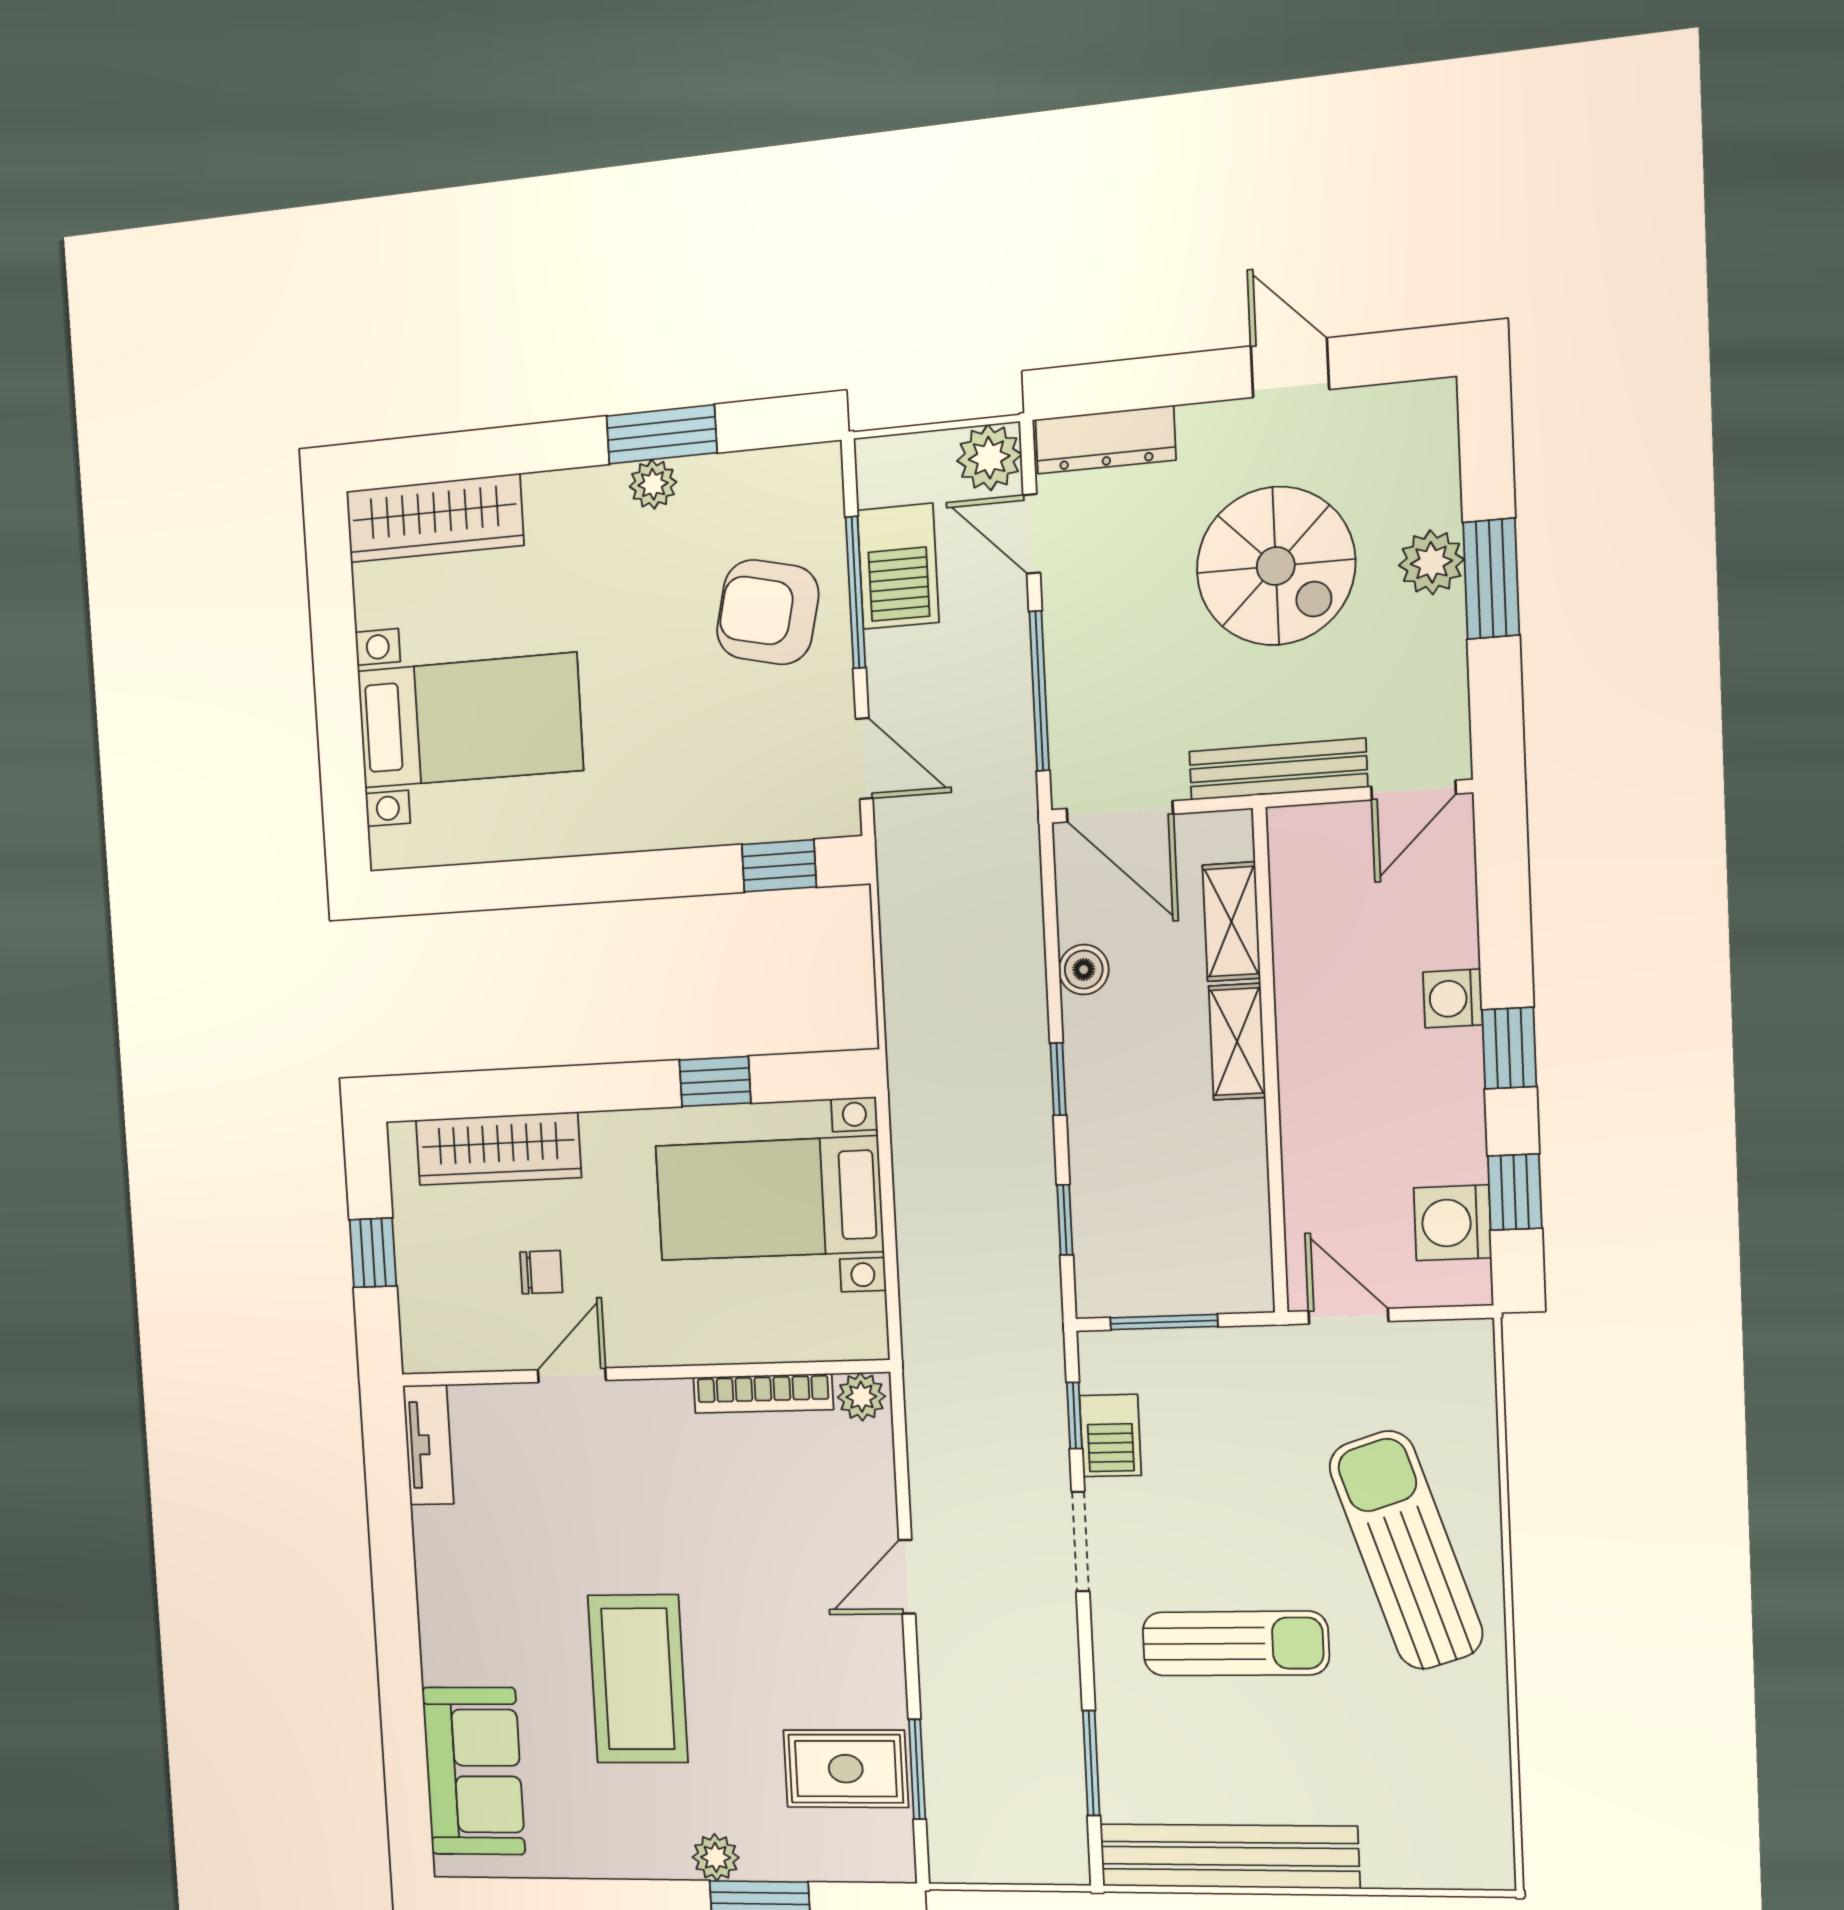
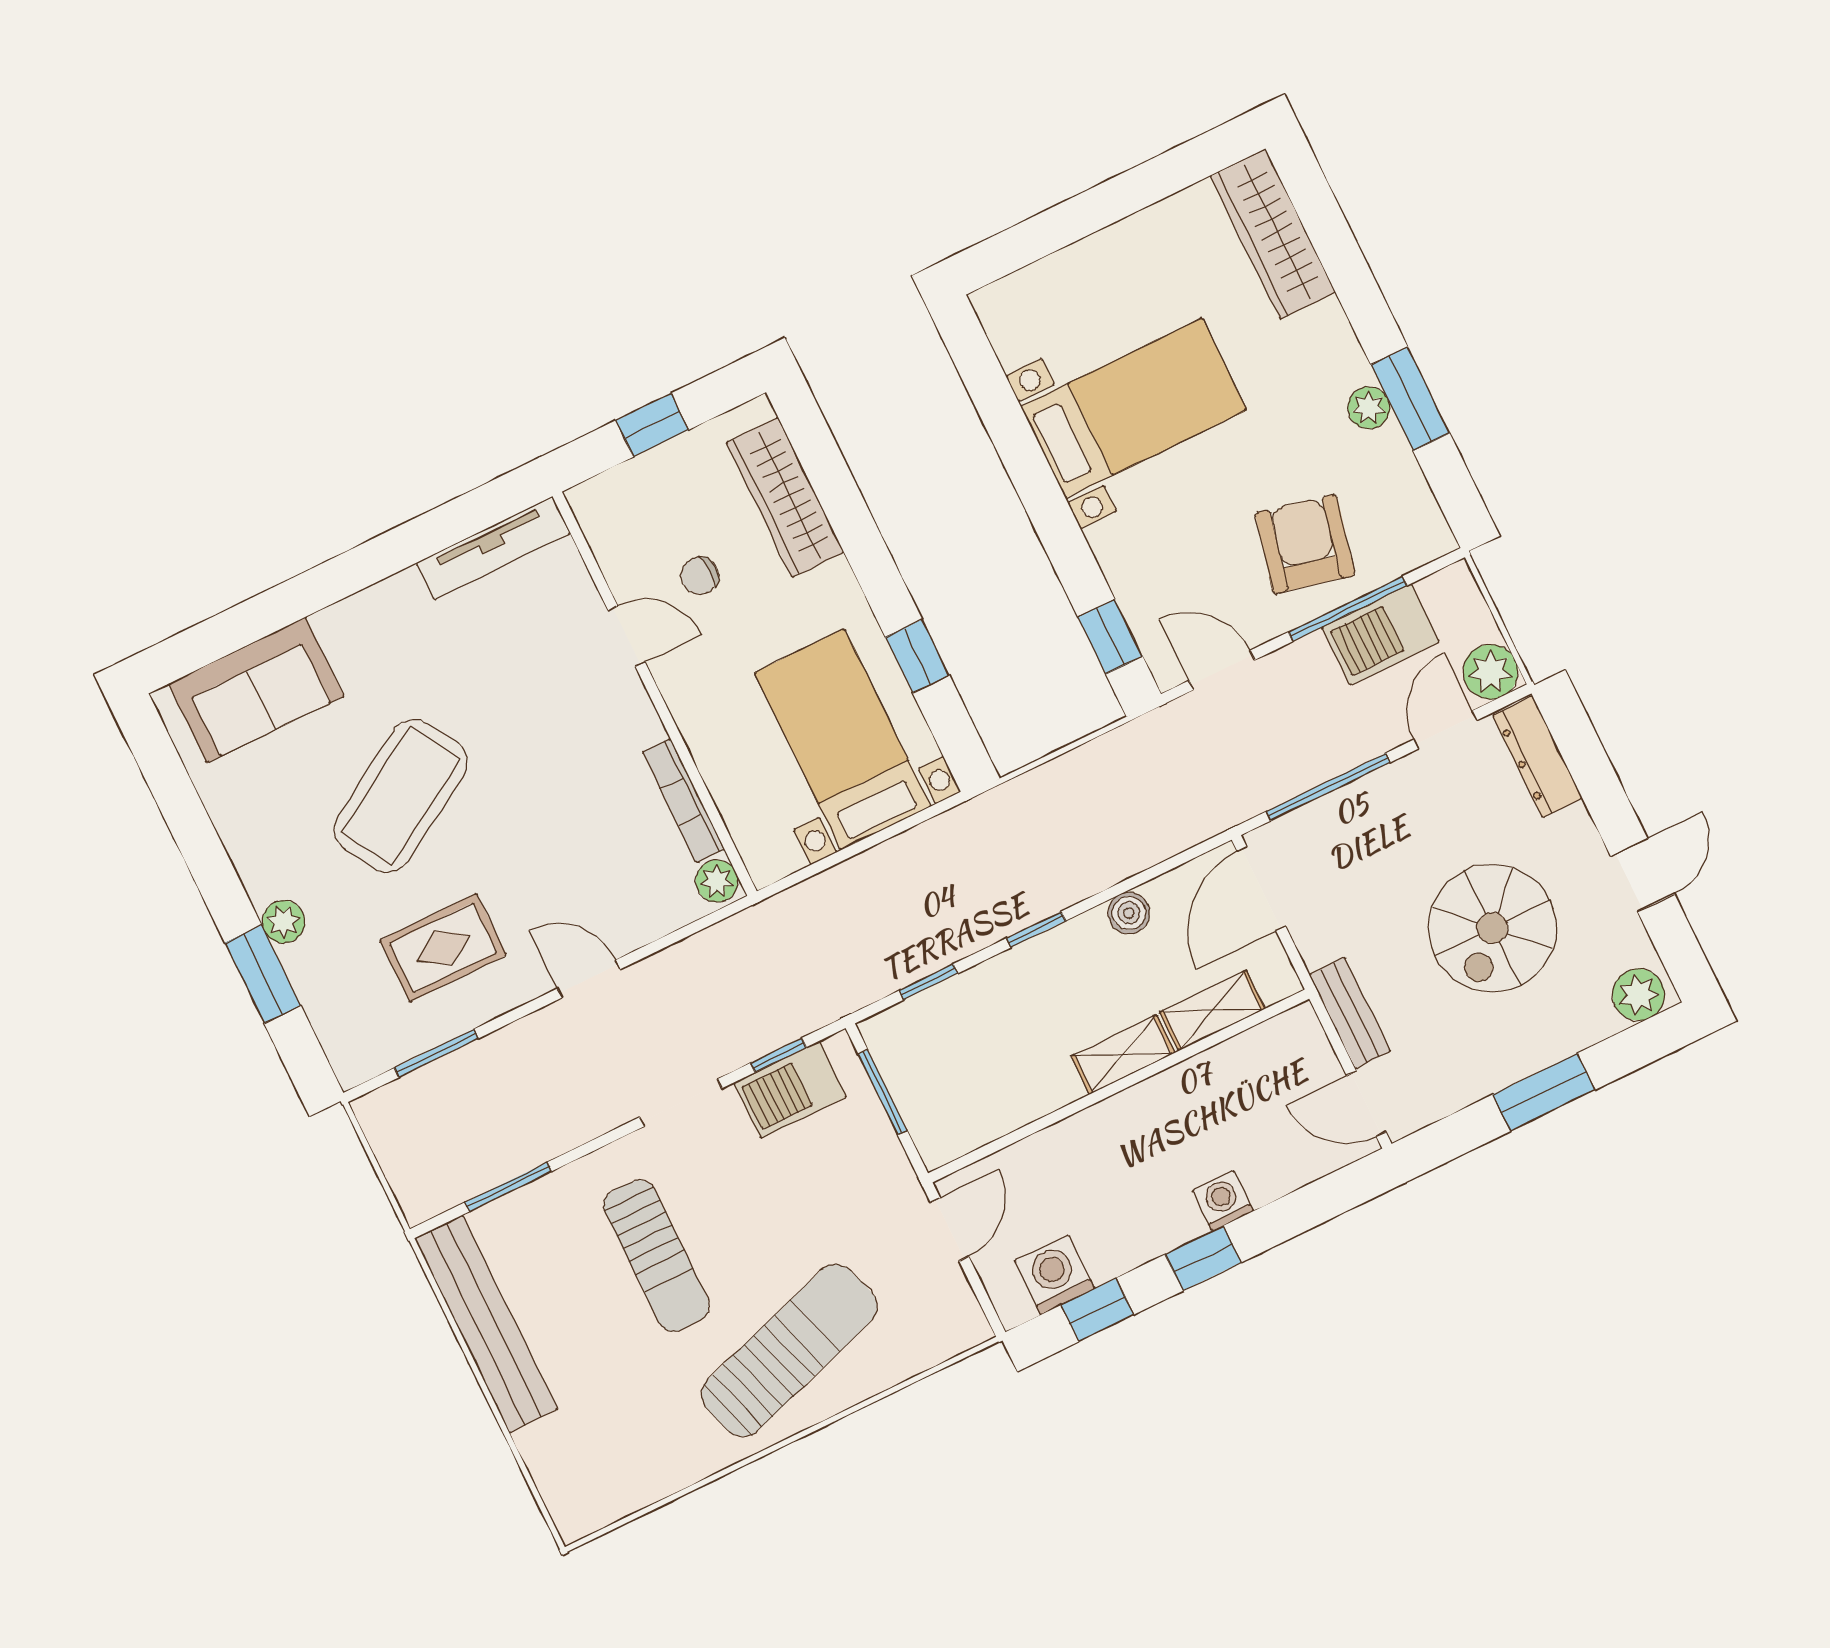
plant: (1432, 562) -> (1638, 995), moved
bed with nightstands: (470, 720) -> (1134, 408), moved, turned -90
door: (864, 759) -> (1222, 670), swing flipped
bench: (1278, 769) -> (1350, 1013), width x0.73
chair: (541, 1272) -> (700, 576), turned 90
barbecue: (1110, 1436) -> (790, 1090), width x1.38, depth x1.27
tv unit: (428, 1445) -> (493, 548), width x1.41
coffee table: (638, 1679) -> (401, 796), turned -31
rug: (846, 1769) -> (443, 948), moved, turned 90

